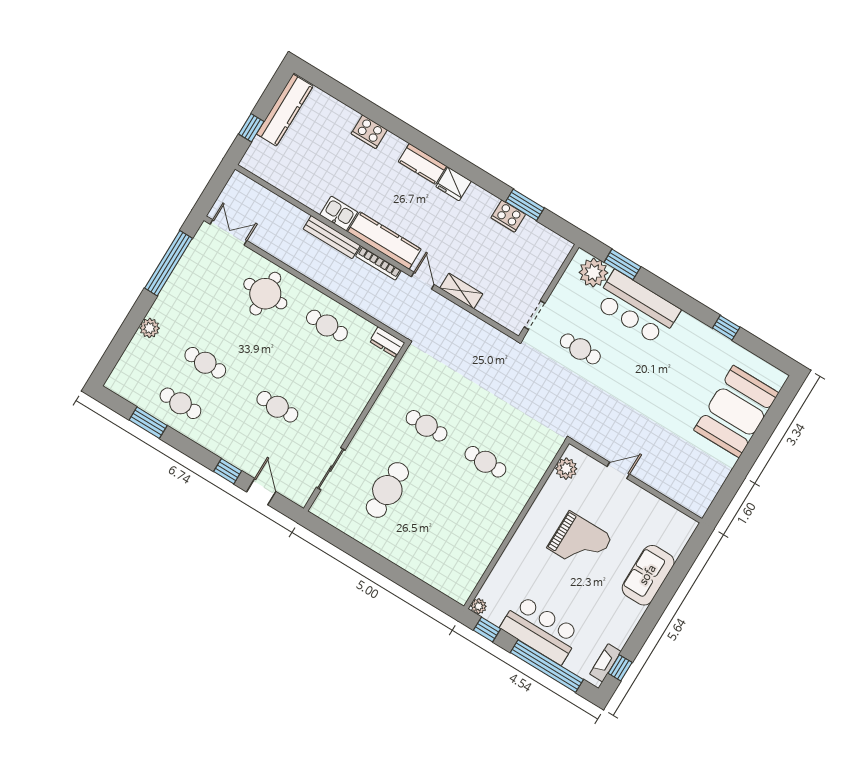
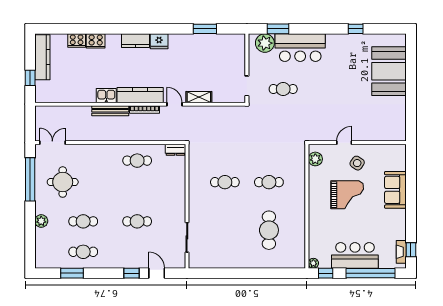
cooker: (508, 216) -> (77, 41), moved
round table: (265, 294) -> (63, 182), moved
cafe table: (387, 490) -> (269, 230), moved
side table: (619, 508) -> (357, 163), added

